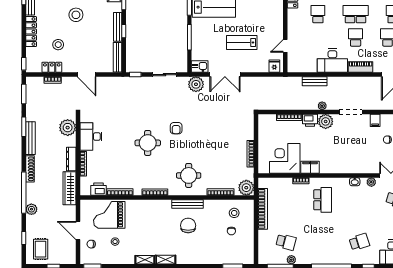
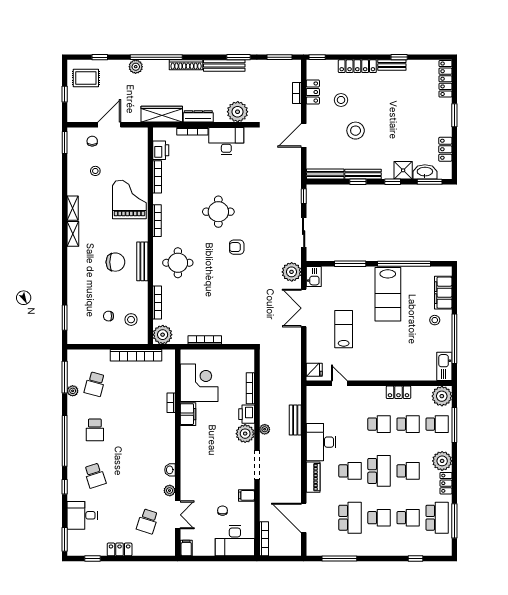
stool: (76, 15) -> (356, 131), moved
school desk: (323, 200) -> (95, 430), moved, width x0.54
grand piano: (109, 215) -> (129, 200), moved

